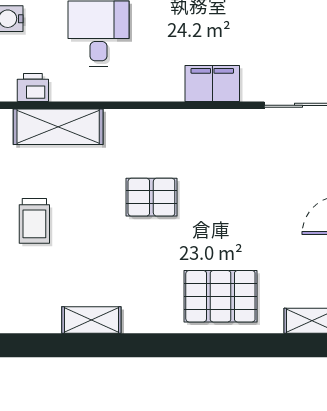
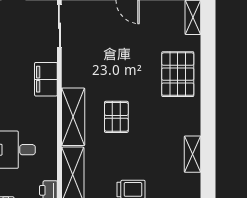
shelving: (152, 127) -> (73, 117), added

